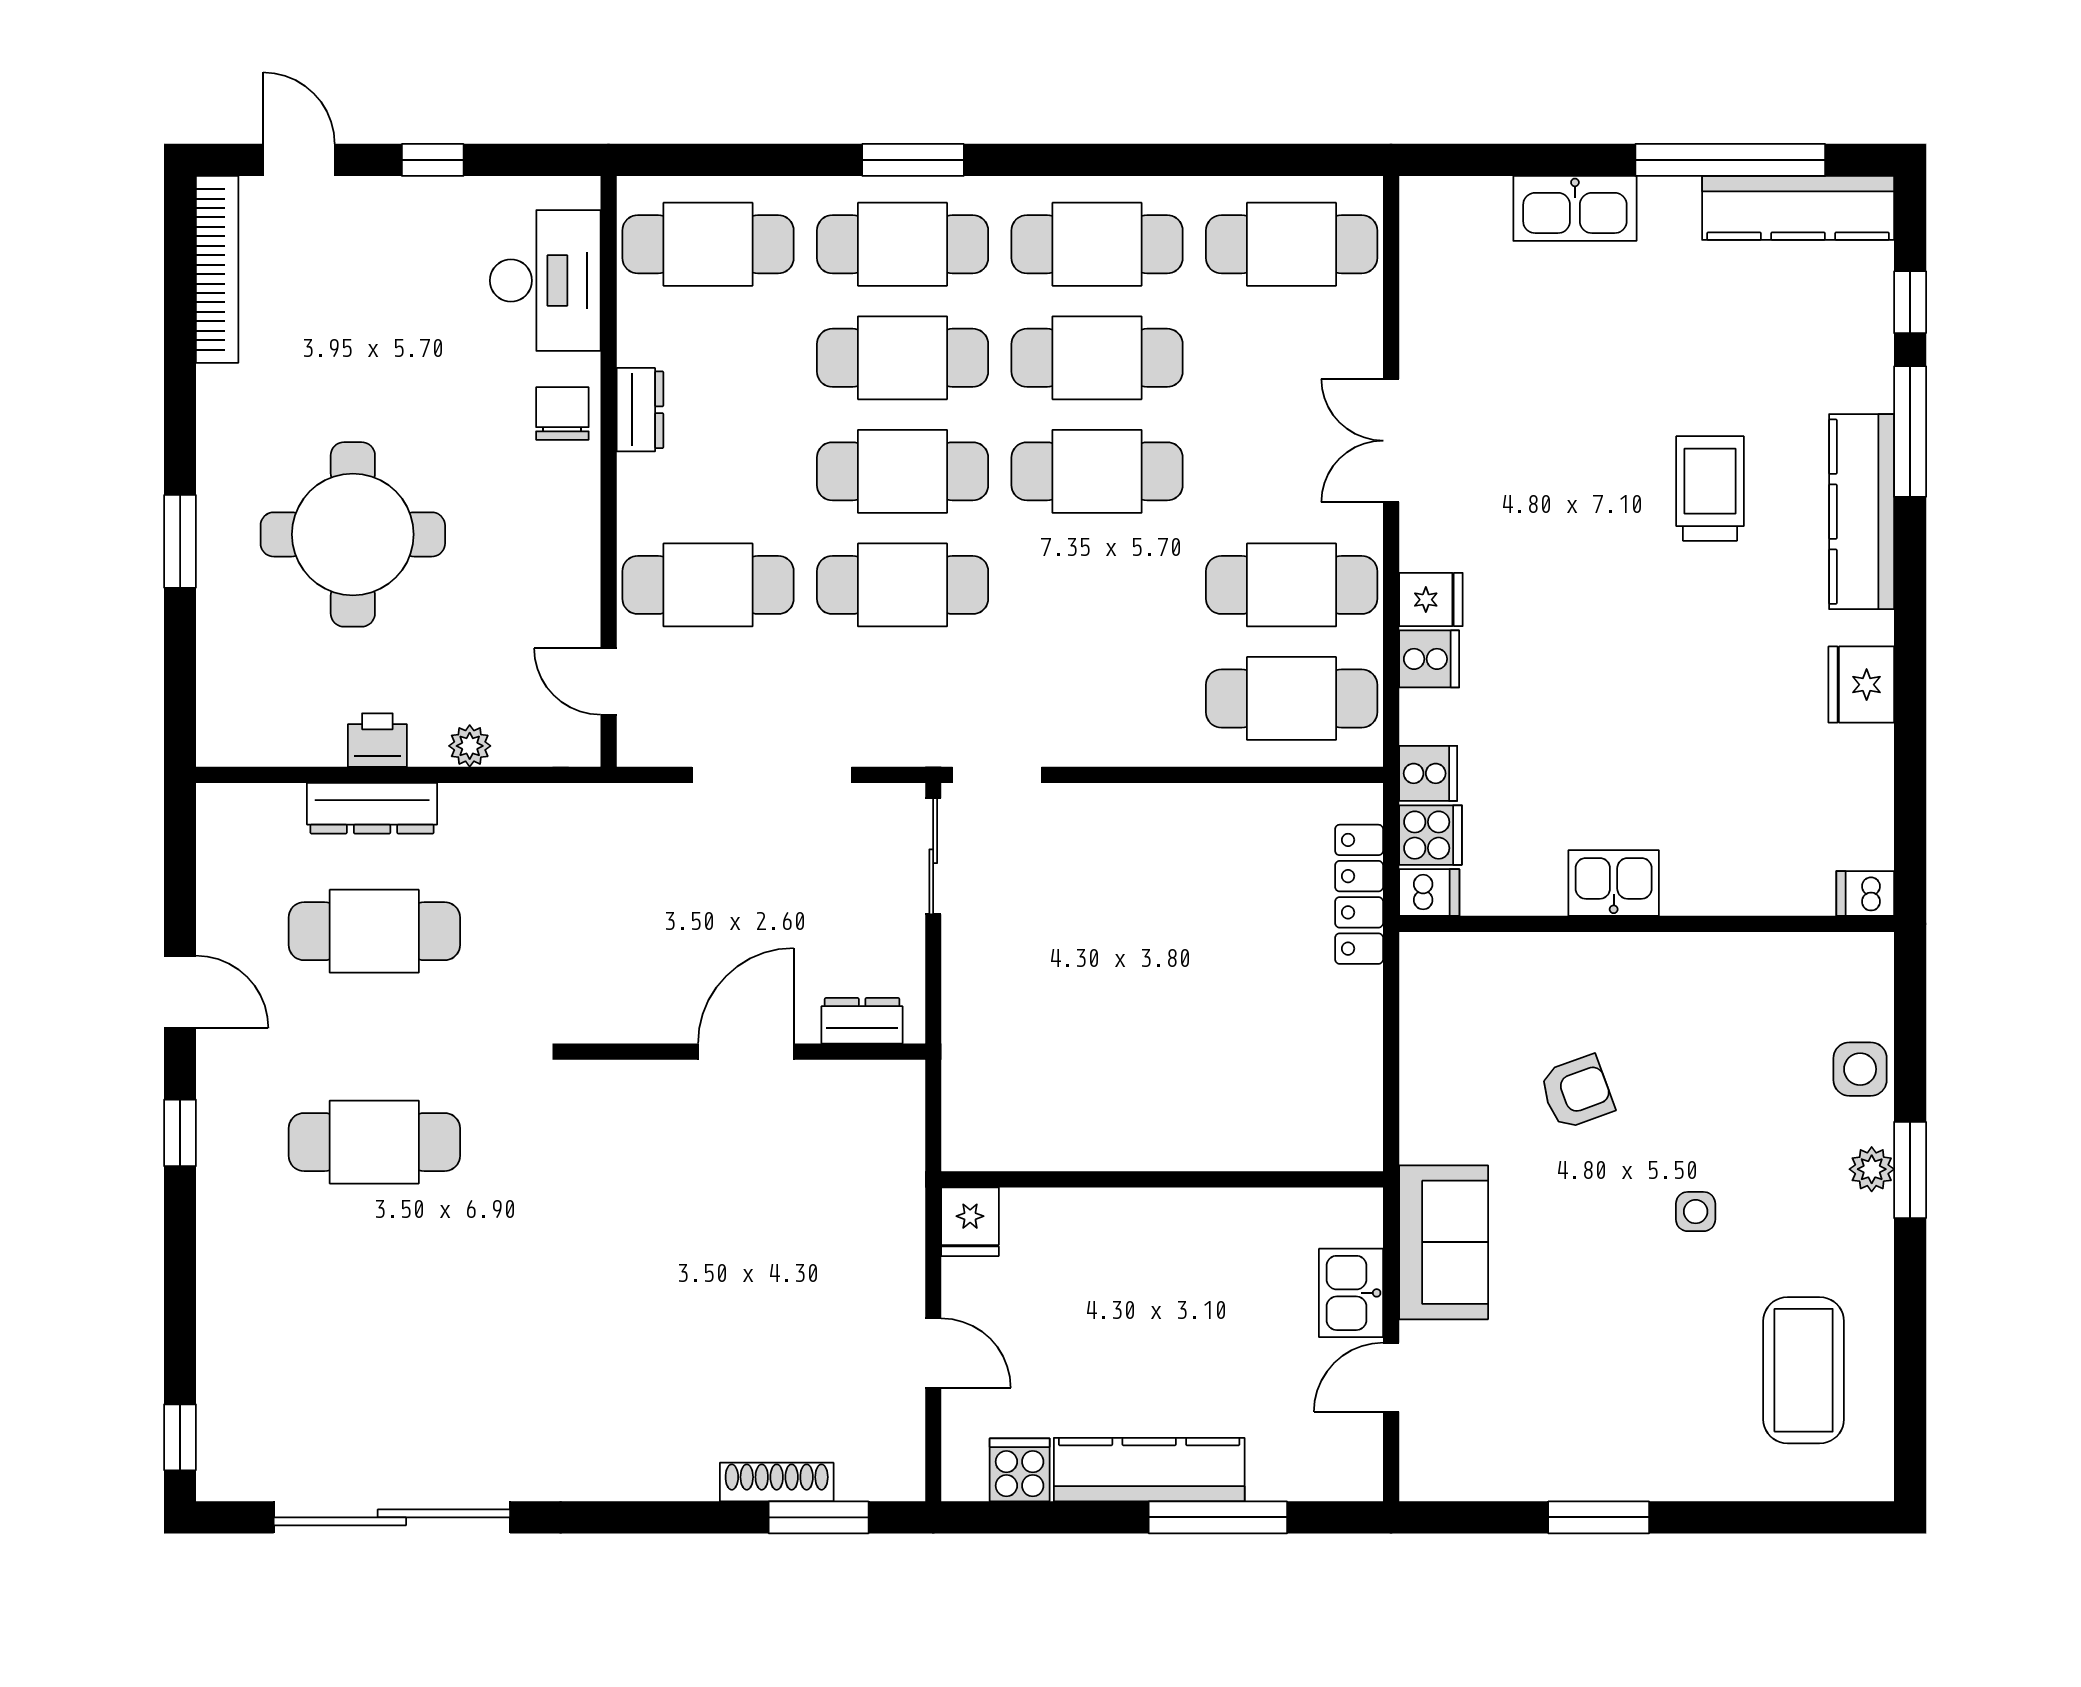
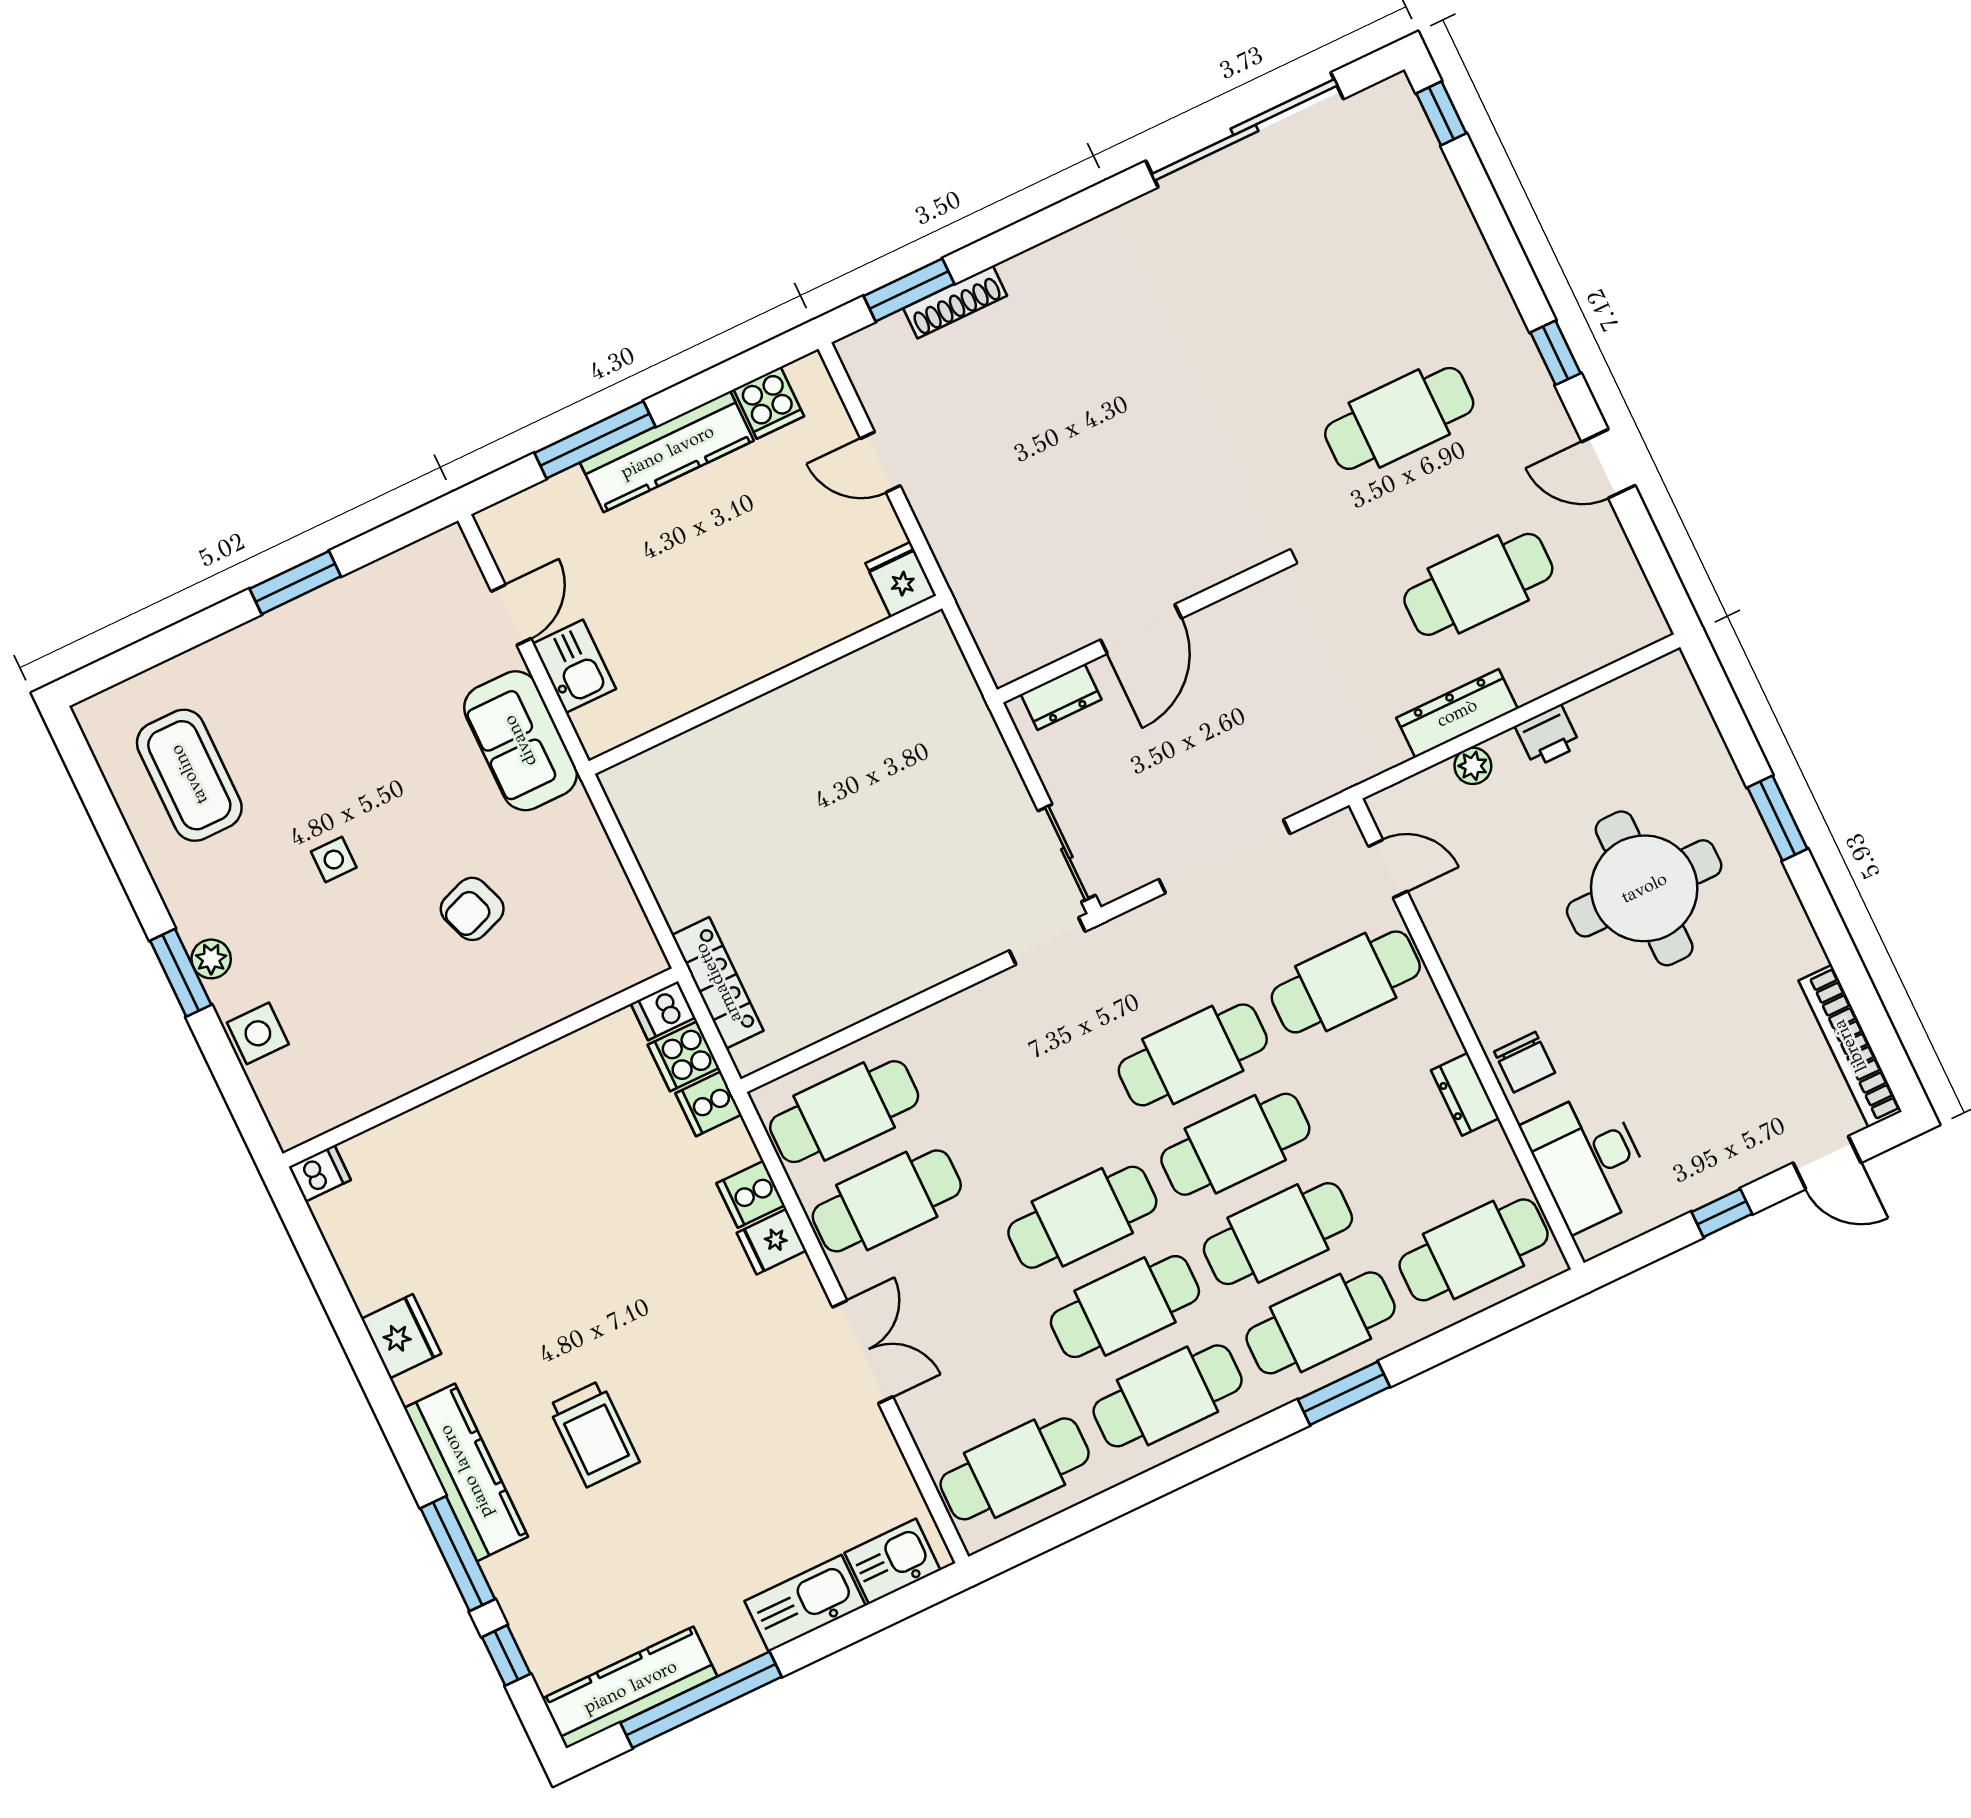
dresser: (372, 808) -> (1457, 713), moved
kitchen sink: (1614, 883) -> (892, 1561), moved, turned 180

